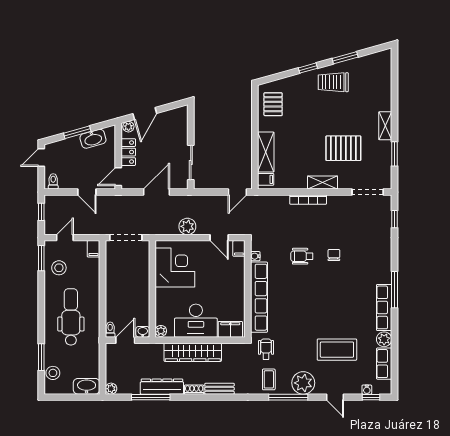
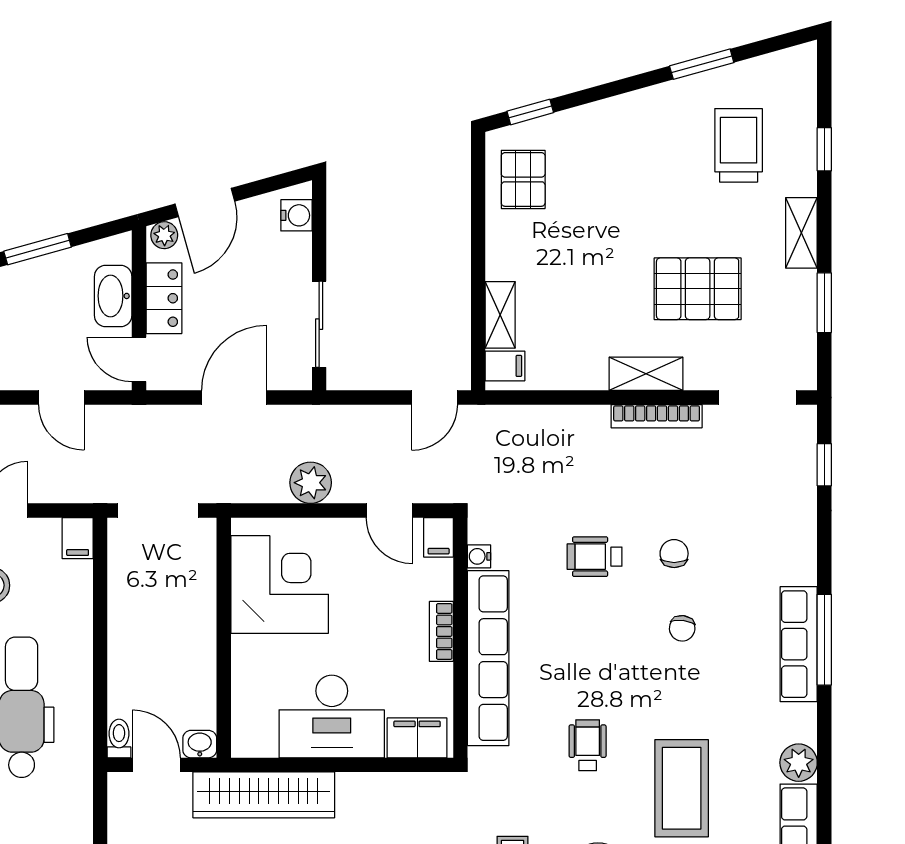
window: (308, 68) -> (530, 112), moved
trolley: (333, 82) -> (739, 145), moved, turned 90
window: (394, 92) -> (824, 149), added
water cooler: (182, 119) -> (296, 215), added
washbasin: (93, 139) -> (113, 296), moved, turned 106
shelving: (266, 152) -> (500, 315), width x0.67, depth x0.75
door: (118, 177) -> (139, 359), hinge flipped
bookcase: (308, 200) -> (657, 416), moved
chair: (337, 285) -> (682, 628), added
bookcase: (240, 286) -> (441, 631), added
row of seats: (384, 307) -> (799, 644), moved
plant: (161, 331) -> (245, 742), removed
door: (125, 340) -> (156, 765), hinge flipped
wheelchair: (266, 349) -> (588, 745), moved
coffee table: (337, 350) -> (682, 788), turned 90
wardrobe: (193, 352) -> (264, 795), moved

